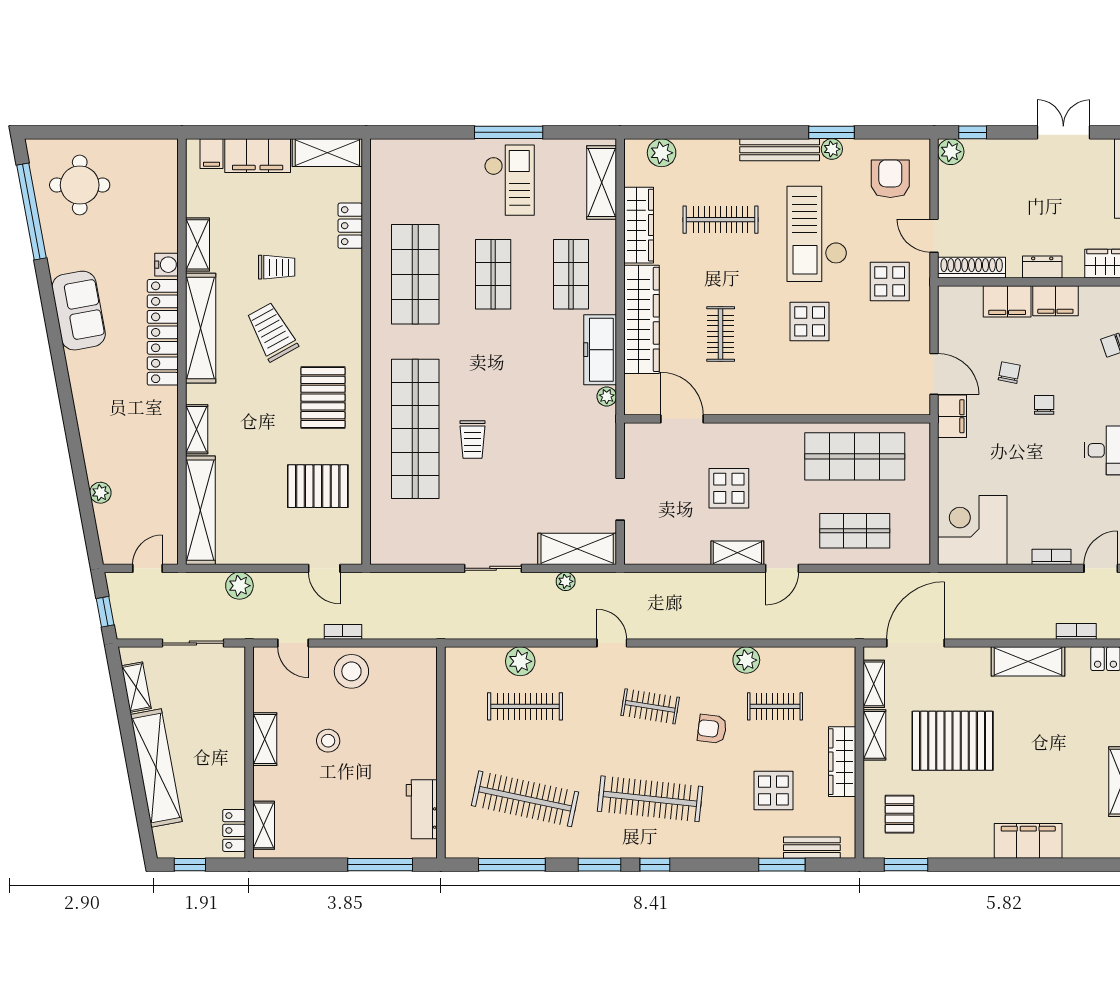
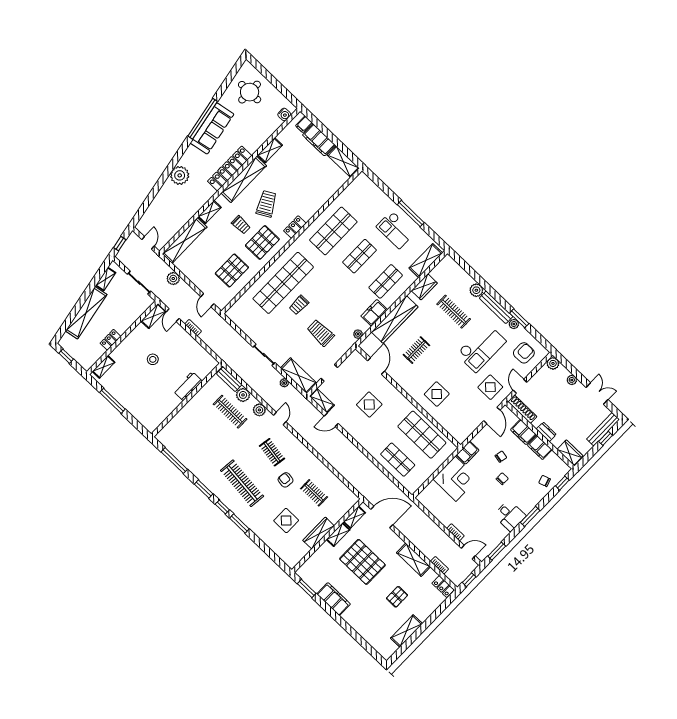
window: (973, 132) -> (567, 364), removed
plant: (1004, 149) -> (572, 380), added
plant: (662, 153) -> (476, 290), moved
checkout: (509, 180) -> (395, 230), turned 90
window: (31, 211) -> (203, 119), moved
wardrobe: (639, 225) -> (424, 287), width x0.67
locker: (350, 226) -> (295, 227), moved
checkout: (817, 234) -> (481, 348), turned 180
water cooler: (166, 265) -> (284, 114), moved
trolley: (277, 267) -> (241, 225), moved
sofa: (79, 311) -> (212, 129), width x1.36
display table: (810, 321) -> (437, 394), moved
freezer: (600, 350) -> (374, 313), width x0.71
door: (934, 374) -> (492, 415), moved
trolley: (547, 450) -> (321, 333), added
pallet: (318, 486) -> (232, 270), turned 90
plant: (100, 493) -> (180, 175), moved, width x1.88, depth x1.88
corner desk: (972, 530) -> (456, 479), moved, turned 90
shelving: (737, 553) -> (322, 401), moved
door: (147, 568) -> (148, 243), hinge flipped
door: (782, 568) -> (331, 420), moved
plant: (746, 660) -> (259, 410), moved
stool: (351, 671) -> (183, 344), removed
shelving: (265, 739) -> (153, 316), moved
clothes rail: (525, 799) -> (200, 443), removed
workbench: (422, 809) -> (188, 386), moved
pallet: (900, 814) -> (397, 597), moved
locker: (234, 830) -> (111, 340), moved
filing cabinet: (1028, 841) -> (334, 599), moved
bench: (812, 848) -> (229, 379), moved
window: (380, 865) -> (112, 401), moved
window: (782, 865) -> (239, 524), moved

